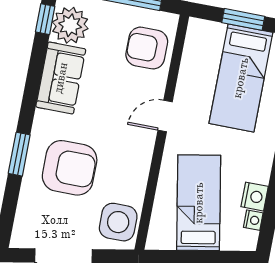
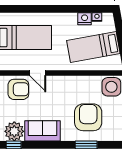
armchair: (147, 48) -> (18, 89), turned -90
door: (165, 116) -> (38, 73), moved

